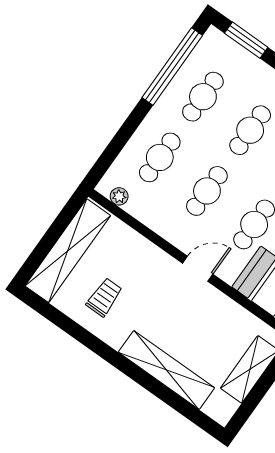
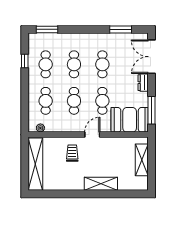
window: (172, 66) -> (25, 61), width x0.32
trolley: (104, 297) -> (72, 153), moved
shelving: (166, 370) -> (101, 184), width x0.68

